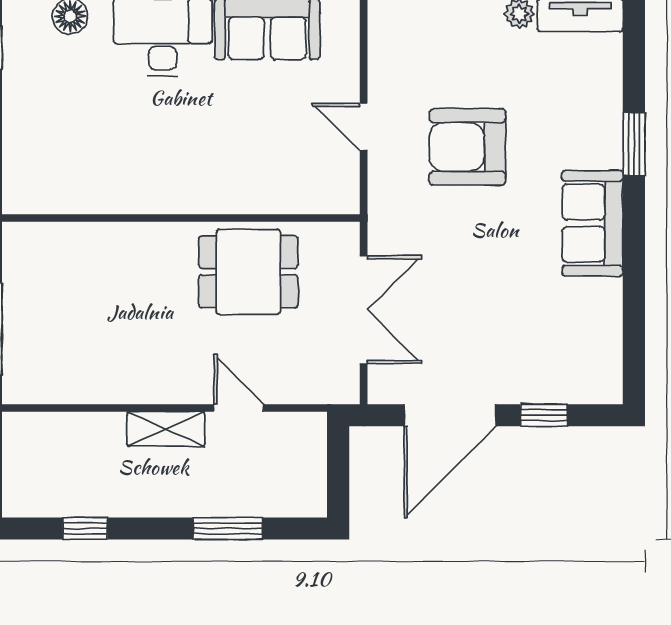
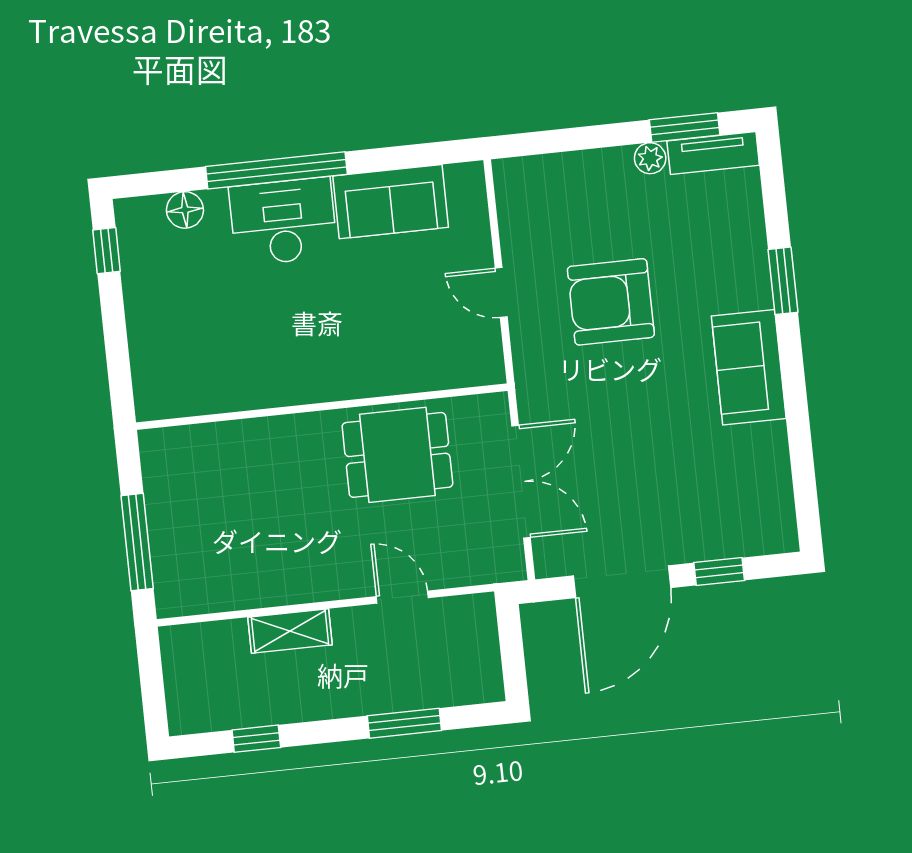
shelving: (166, 429) -> (290, 631), moved

